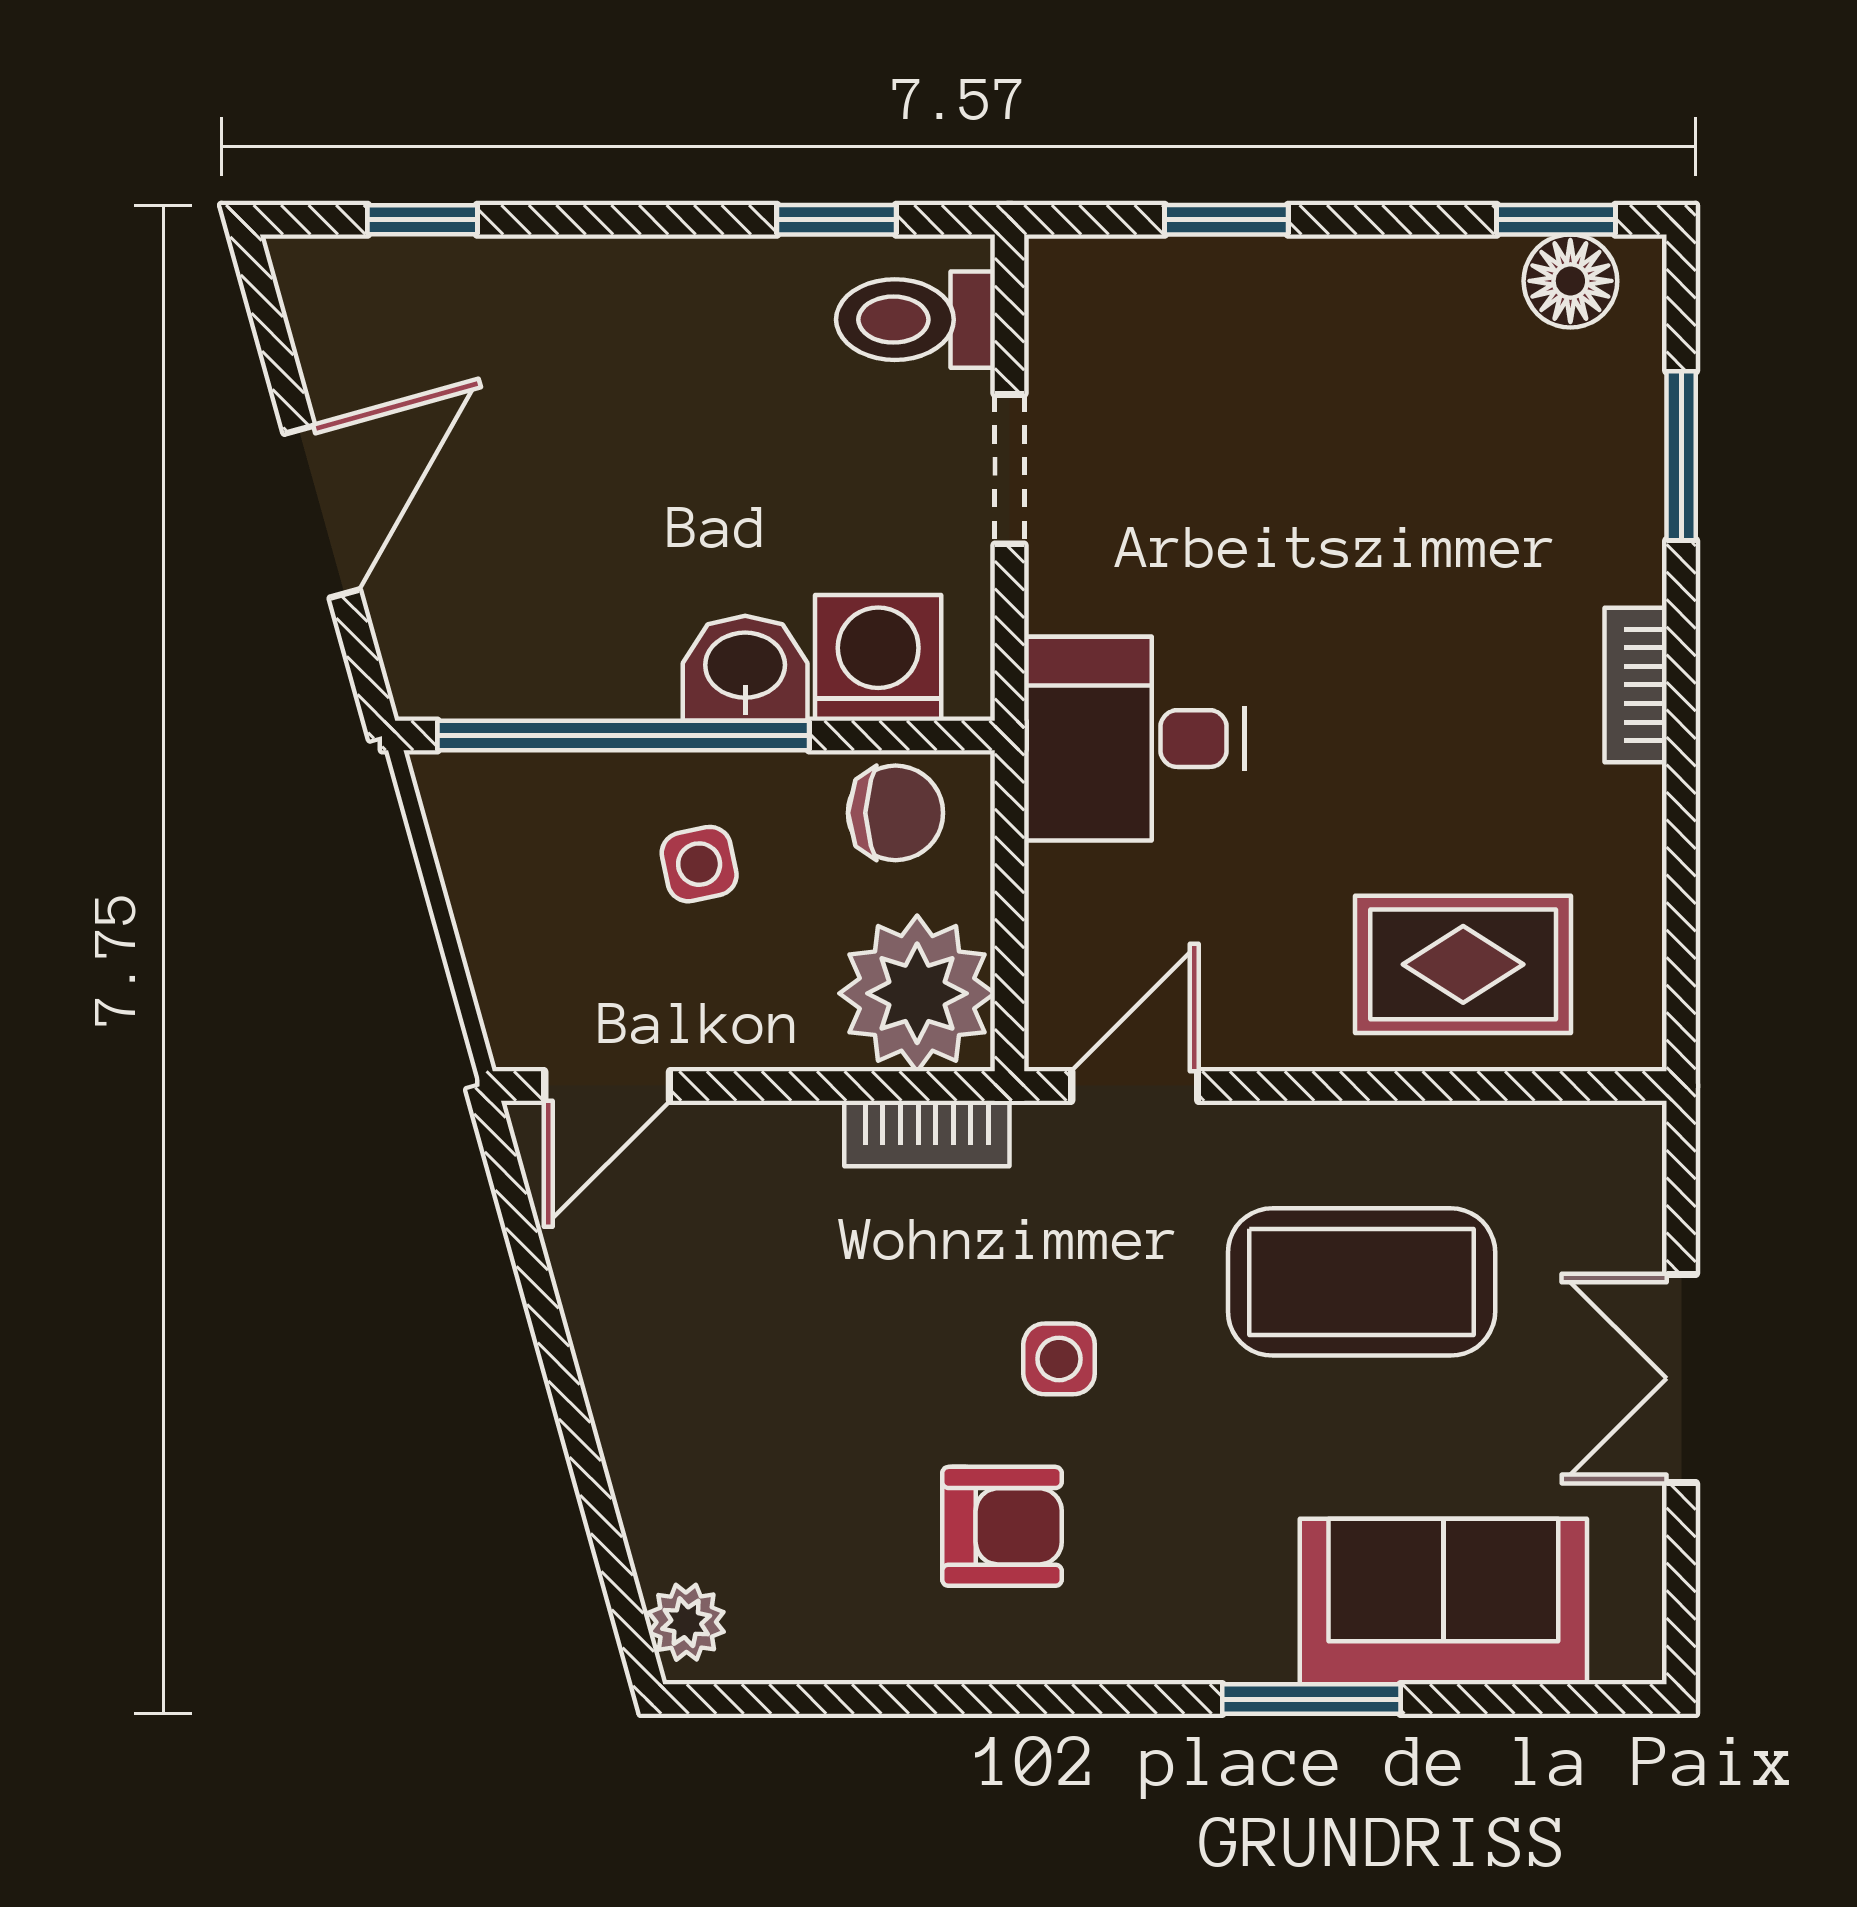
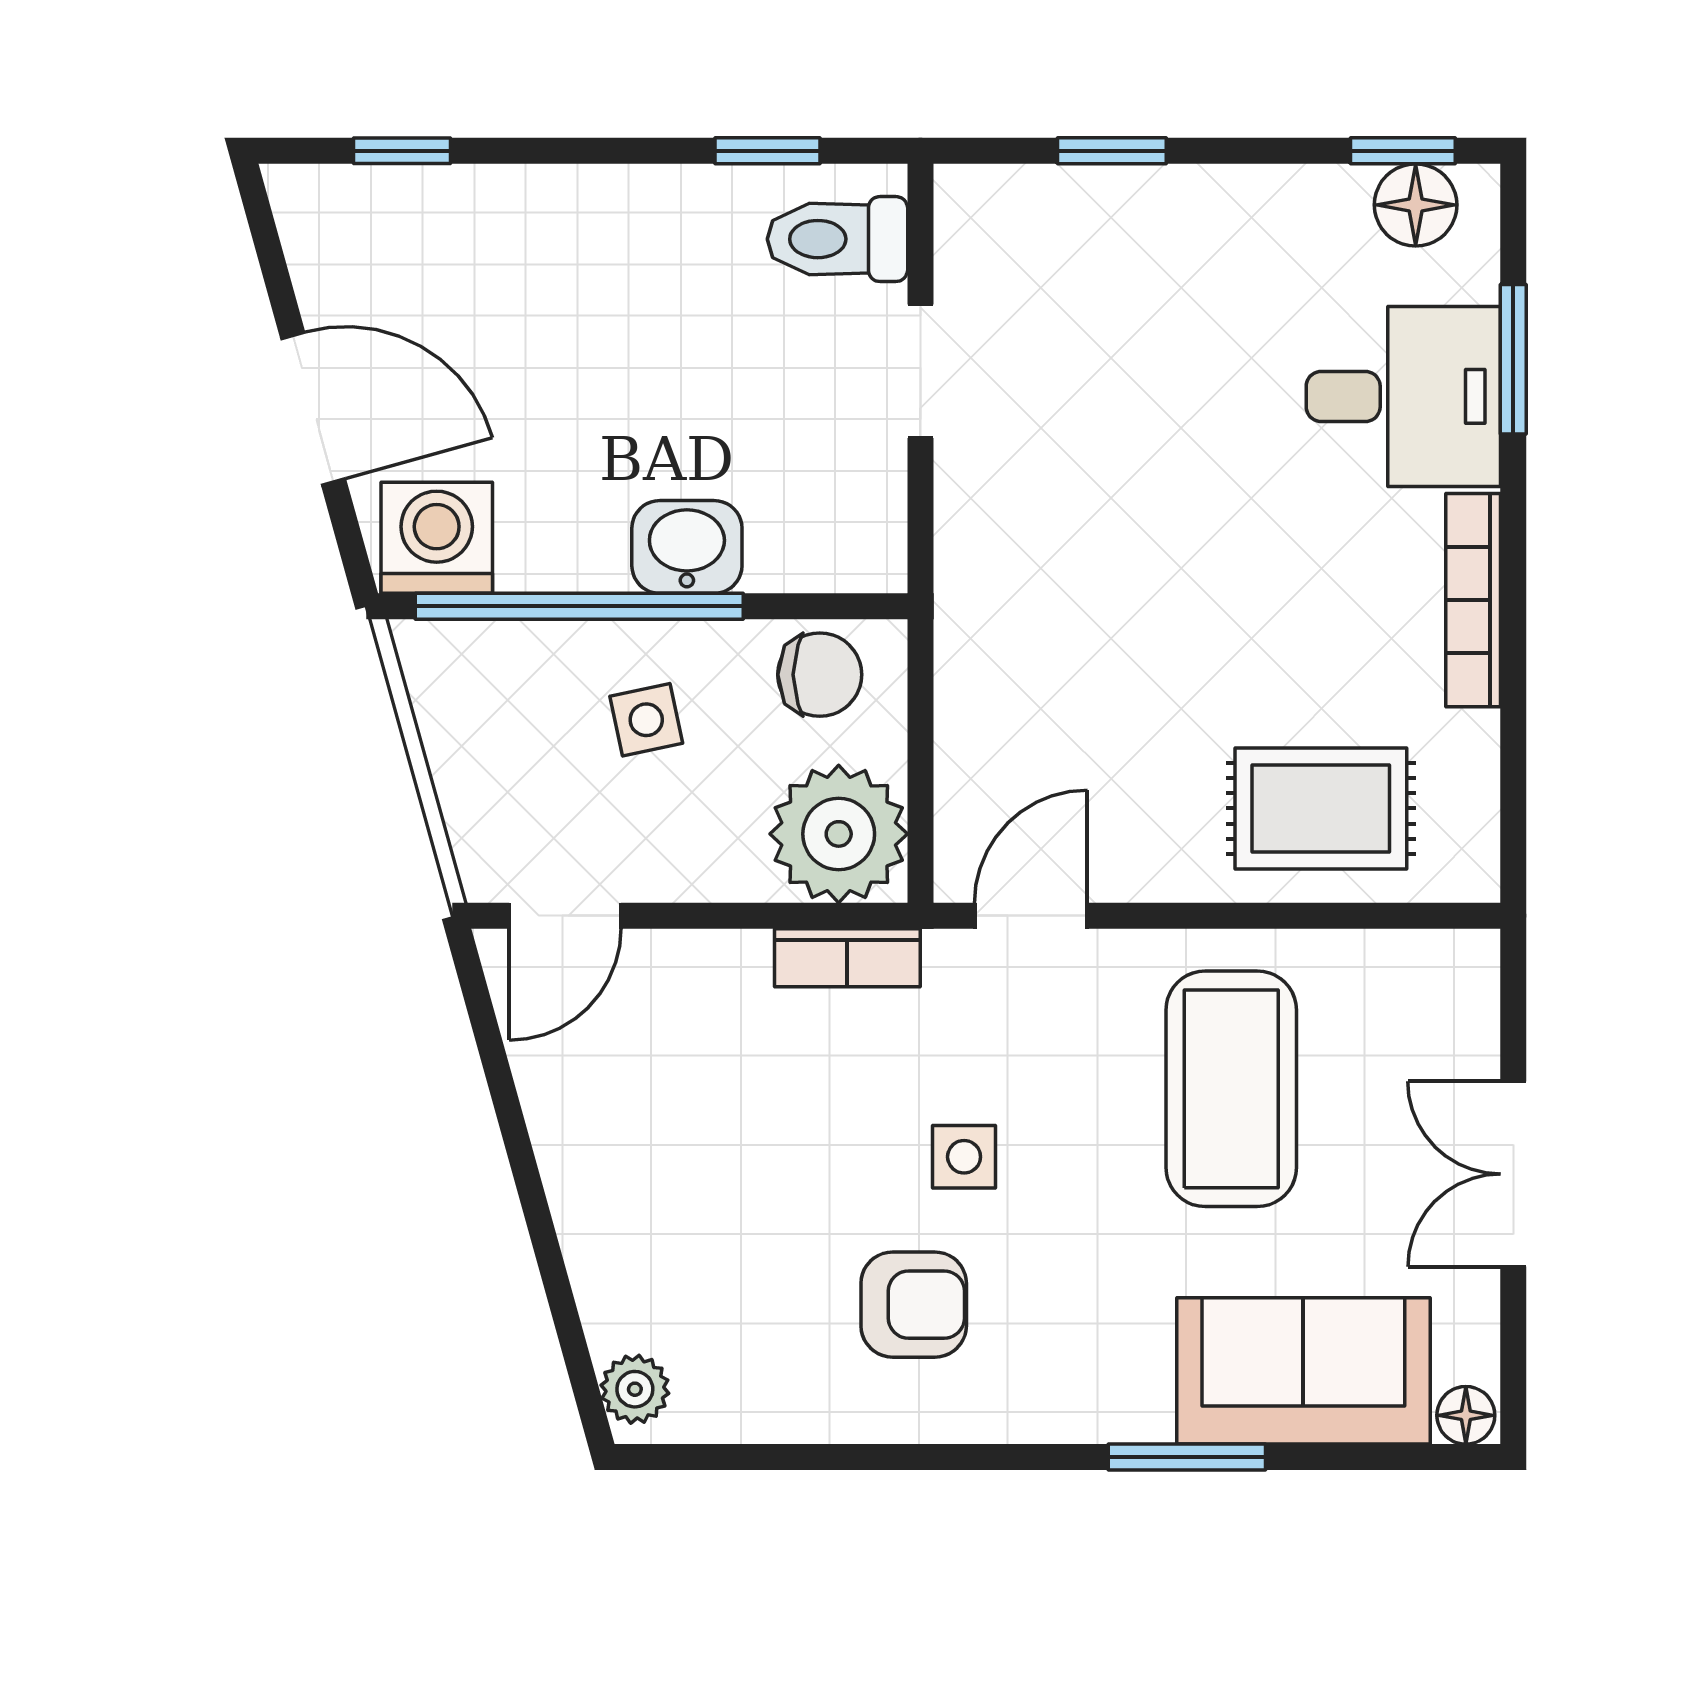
door: (322, 512) -> (313, 409), hinge flipped
washing machine: (878, 658) -> (437, 538), moved
bookcase: (1636, 685) -> (1473, 600), width x1.56
desk: (1134, 739) -> (1403, 396), moved, turned 180
coffee table: (1362, 1282) -> (1231, 1089), turned 90
floor lamp: (1627, 1652) -> (1466, 1415), added

